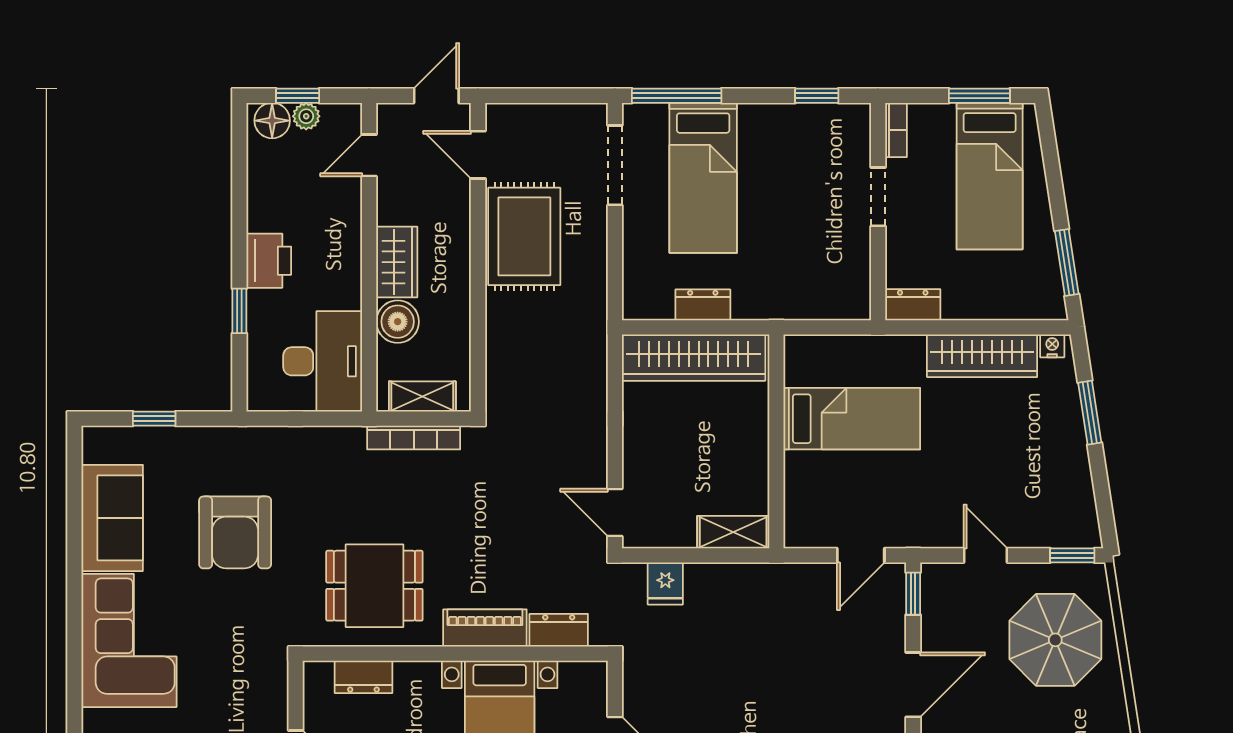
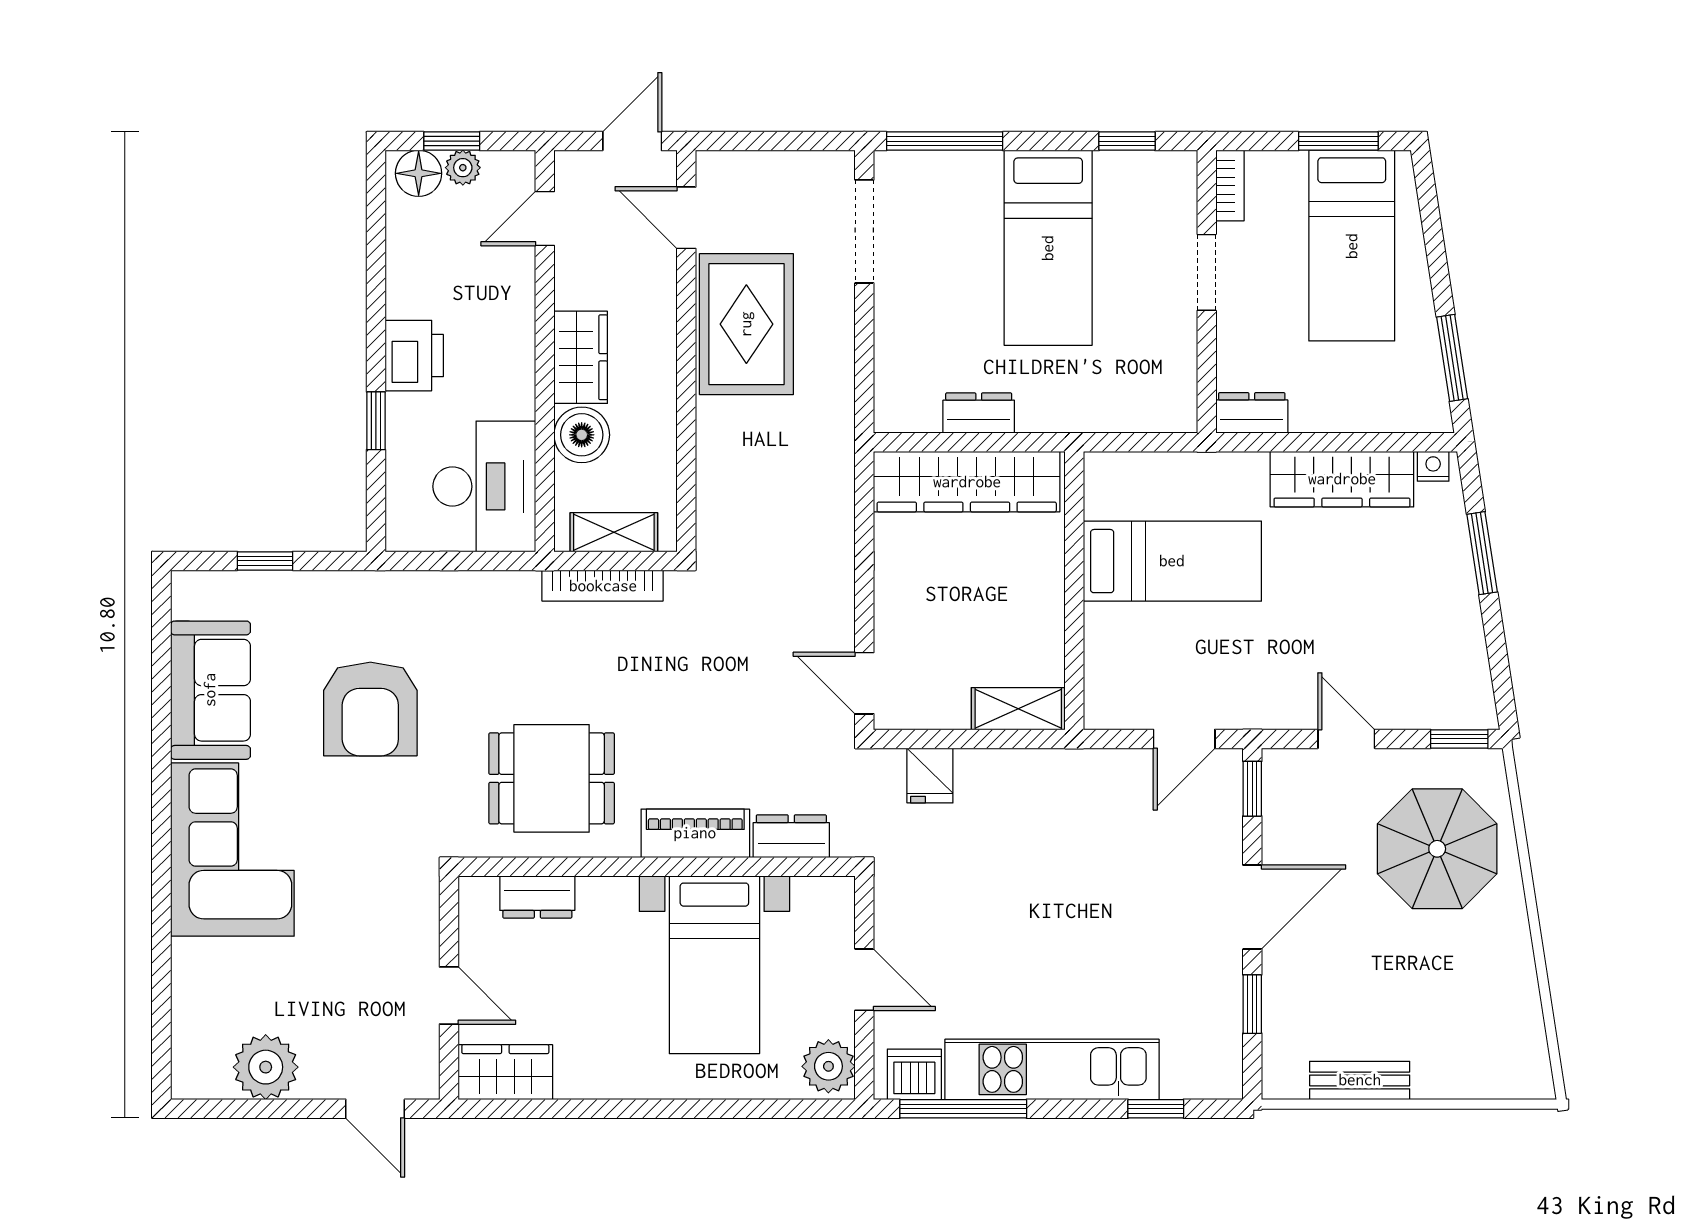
bed: (703, 178) -> (1048, 248), moved

